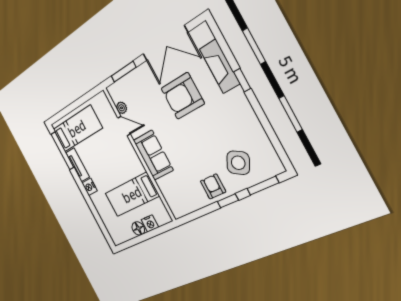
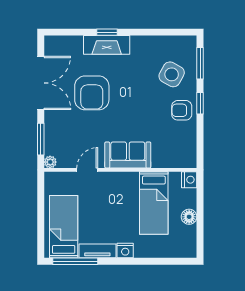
fireplace: (220, 66) -> (107, 45), moved
plant: (122, 108) -> (50, 162), moved
nightstand: (150, 223) -> (189, 180), moved

